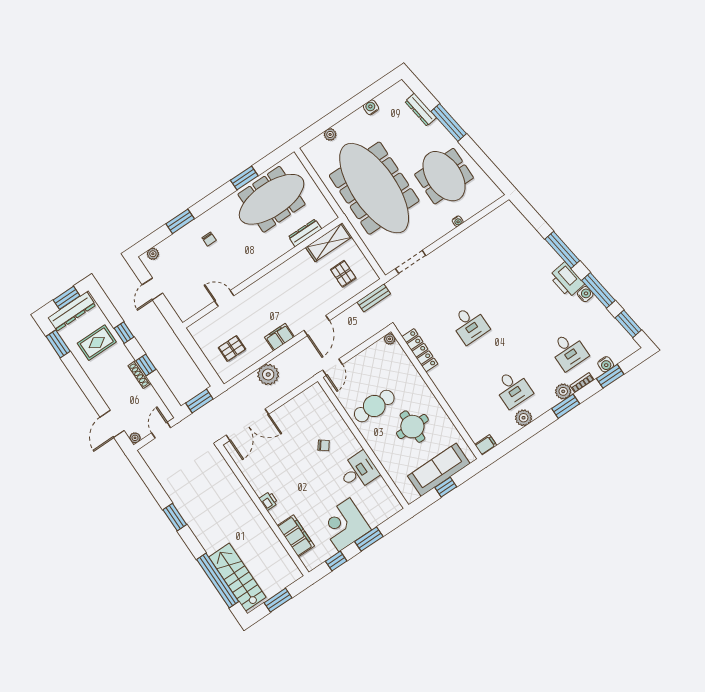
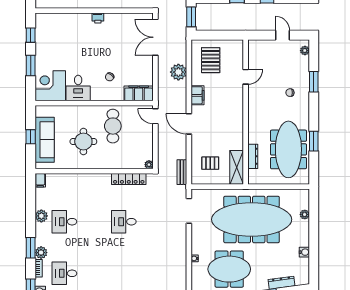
pallet: (232, 348) -> (211, 60), width x1.50, depth x1.42
corner desk: (344, 525) -> (50, 86), moved, turned -90
filing cabinet: (296, 536) -> (139, 93), moved, turned 180

